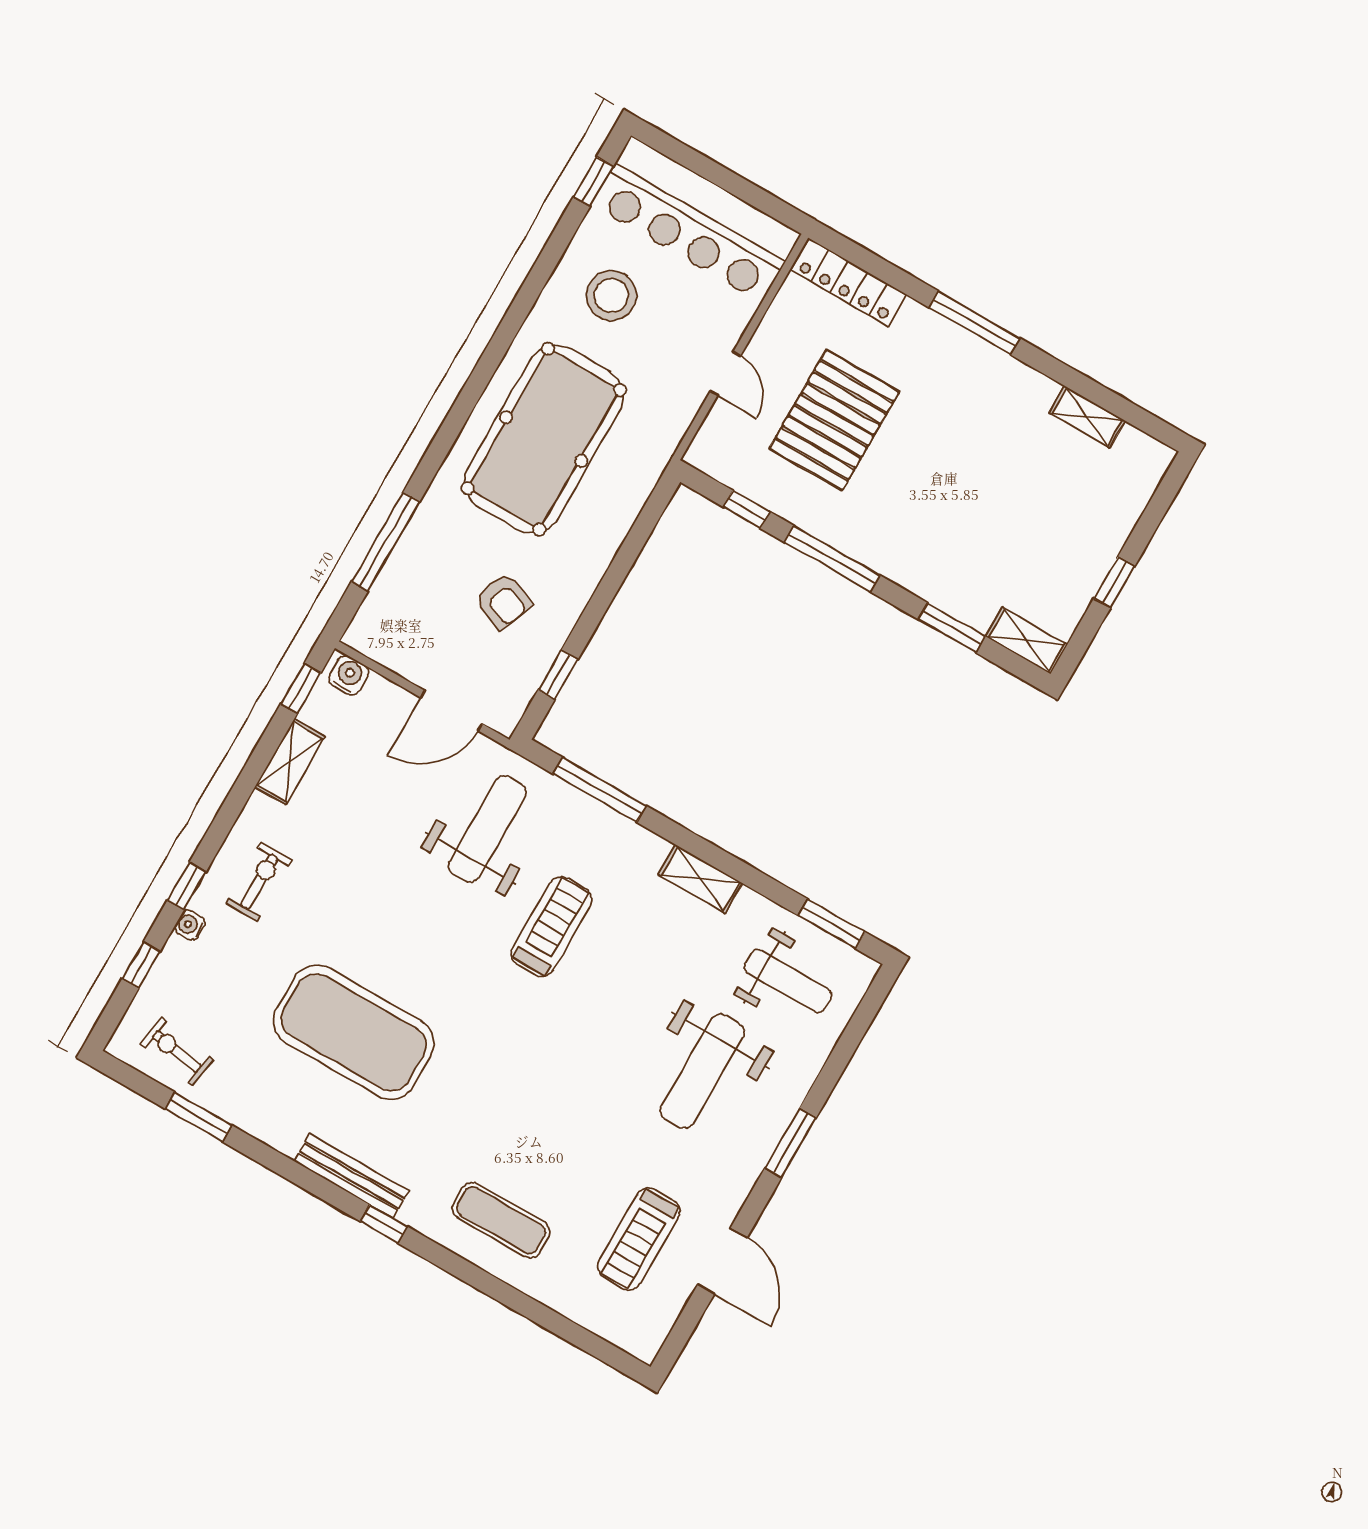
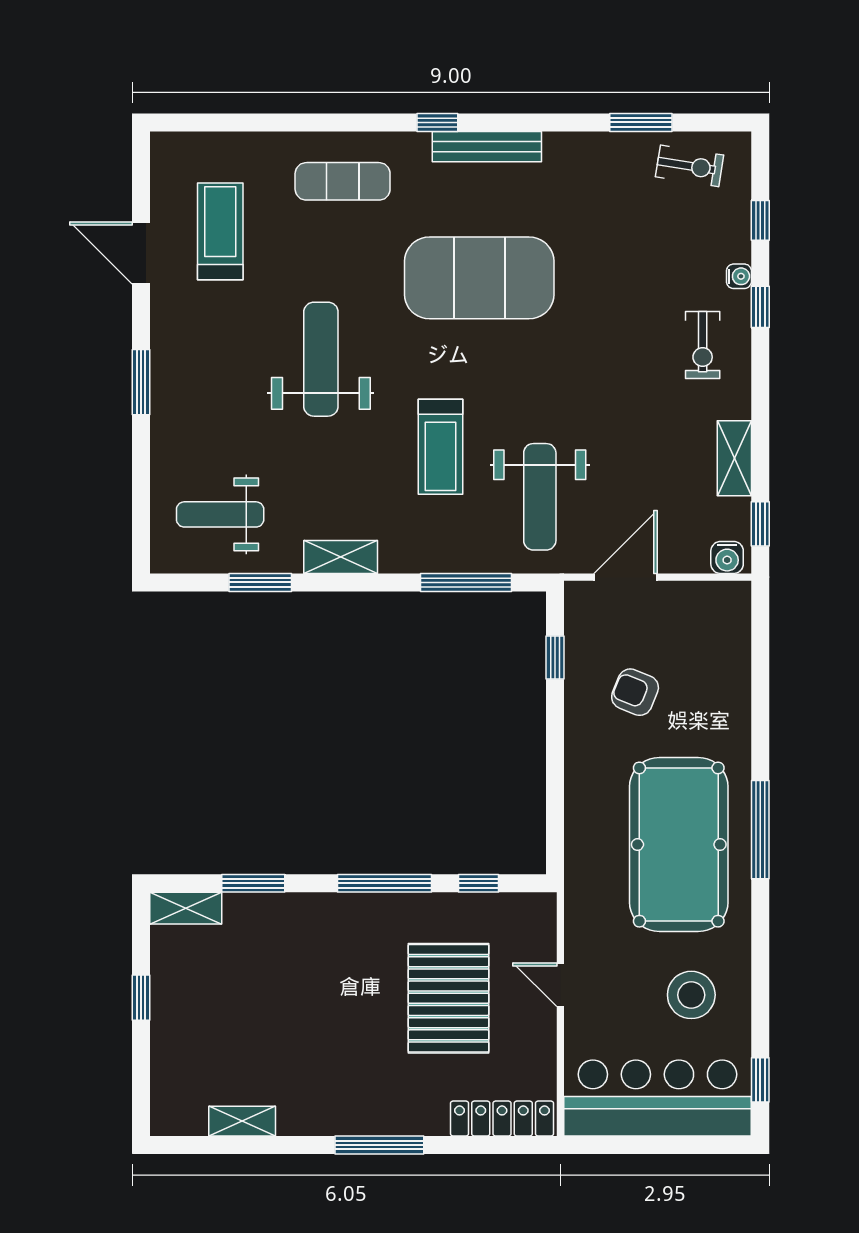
window: (385, 542) -> (760, 830), moved
window: (832, 924) -> (260, 582), moved
exercise mat: (354, 1032) -> (479, 278), moved
weight bench: (702, 1071) -> (321, 359), moved

